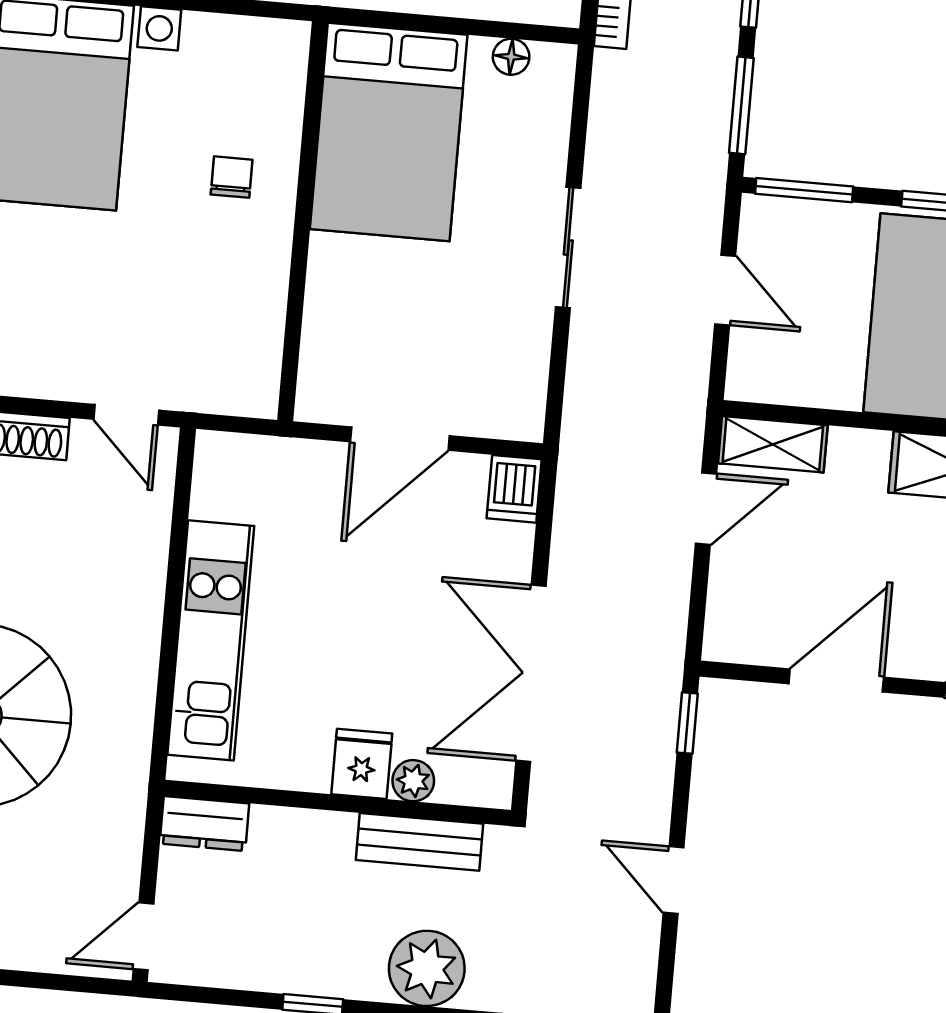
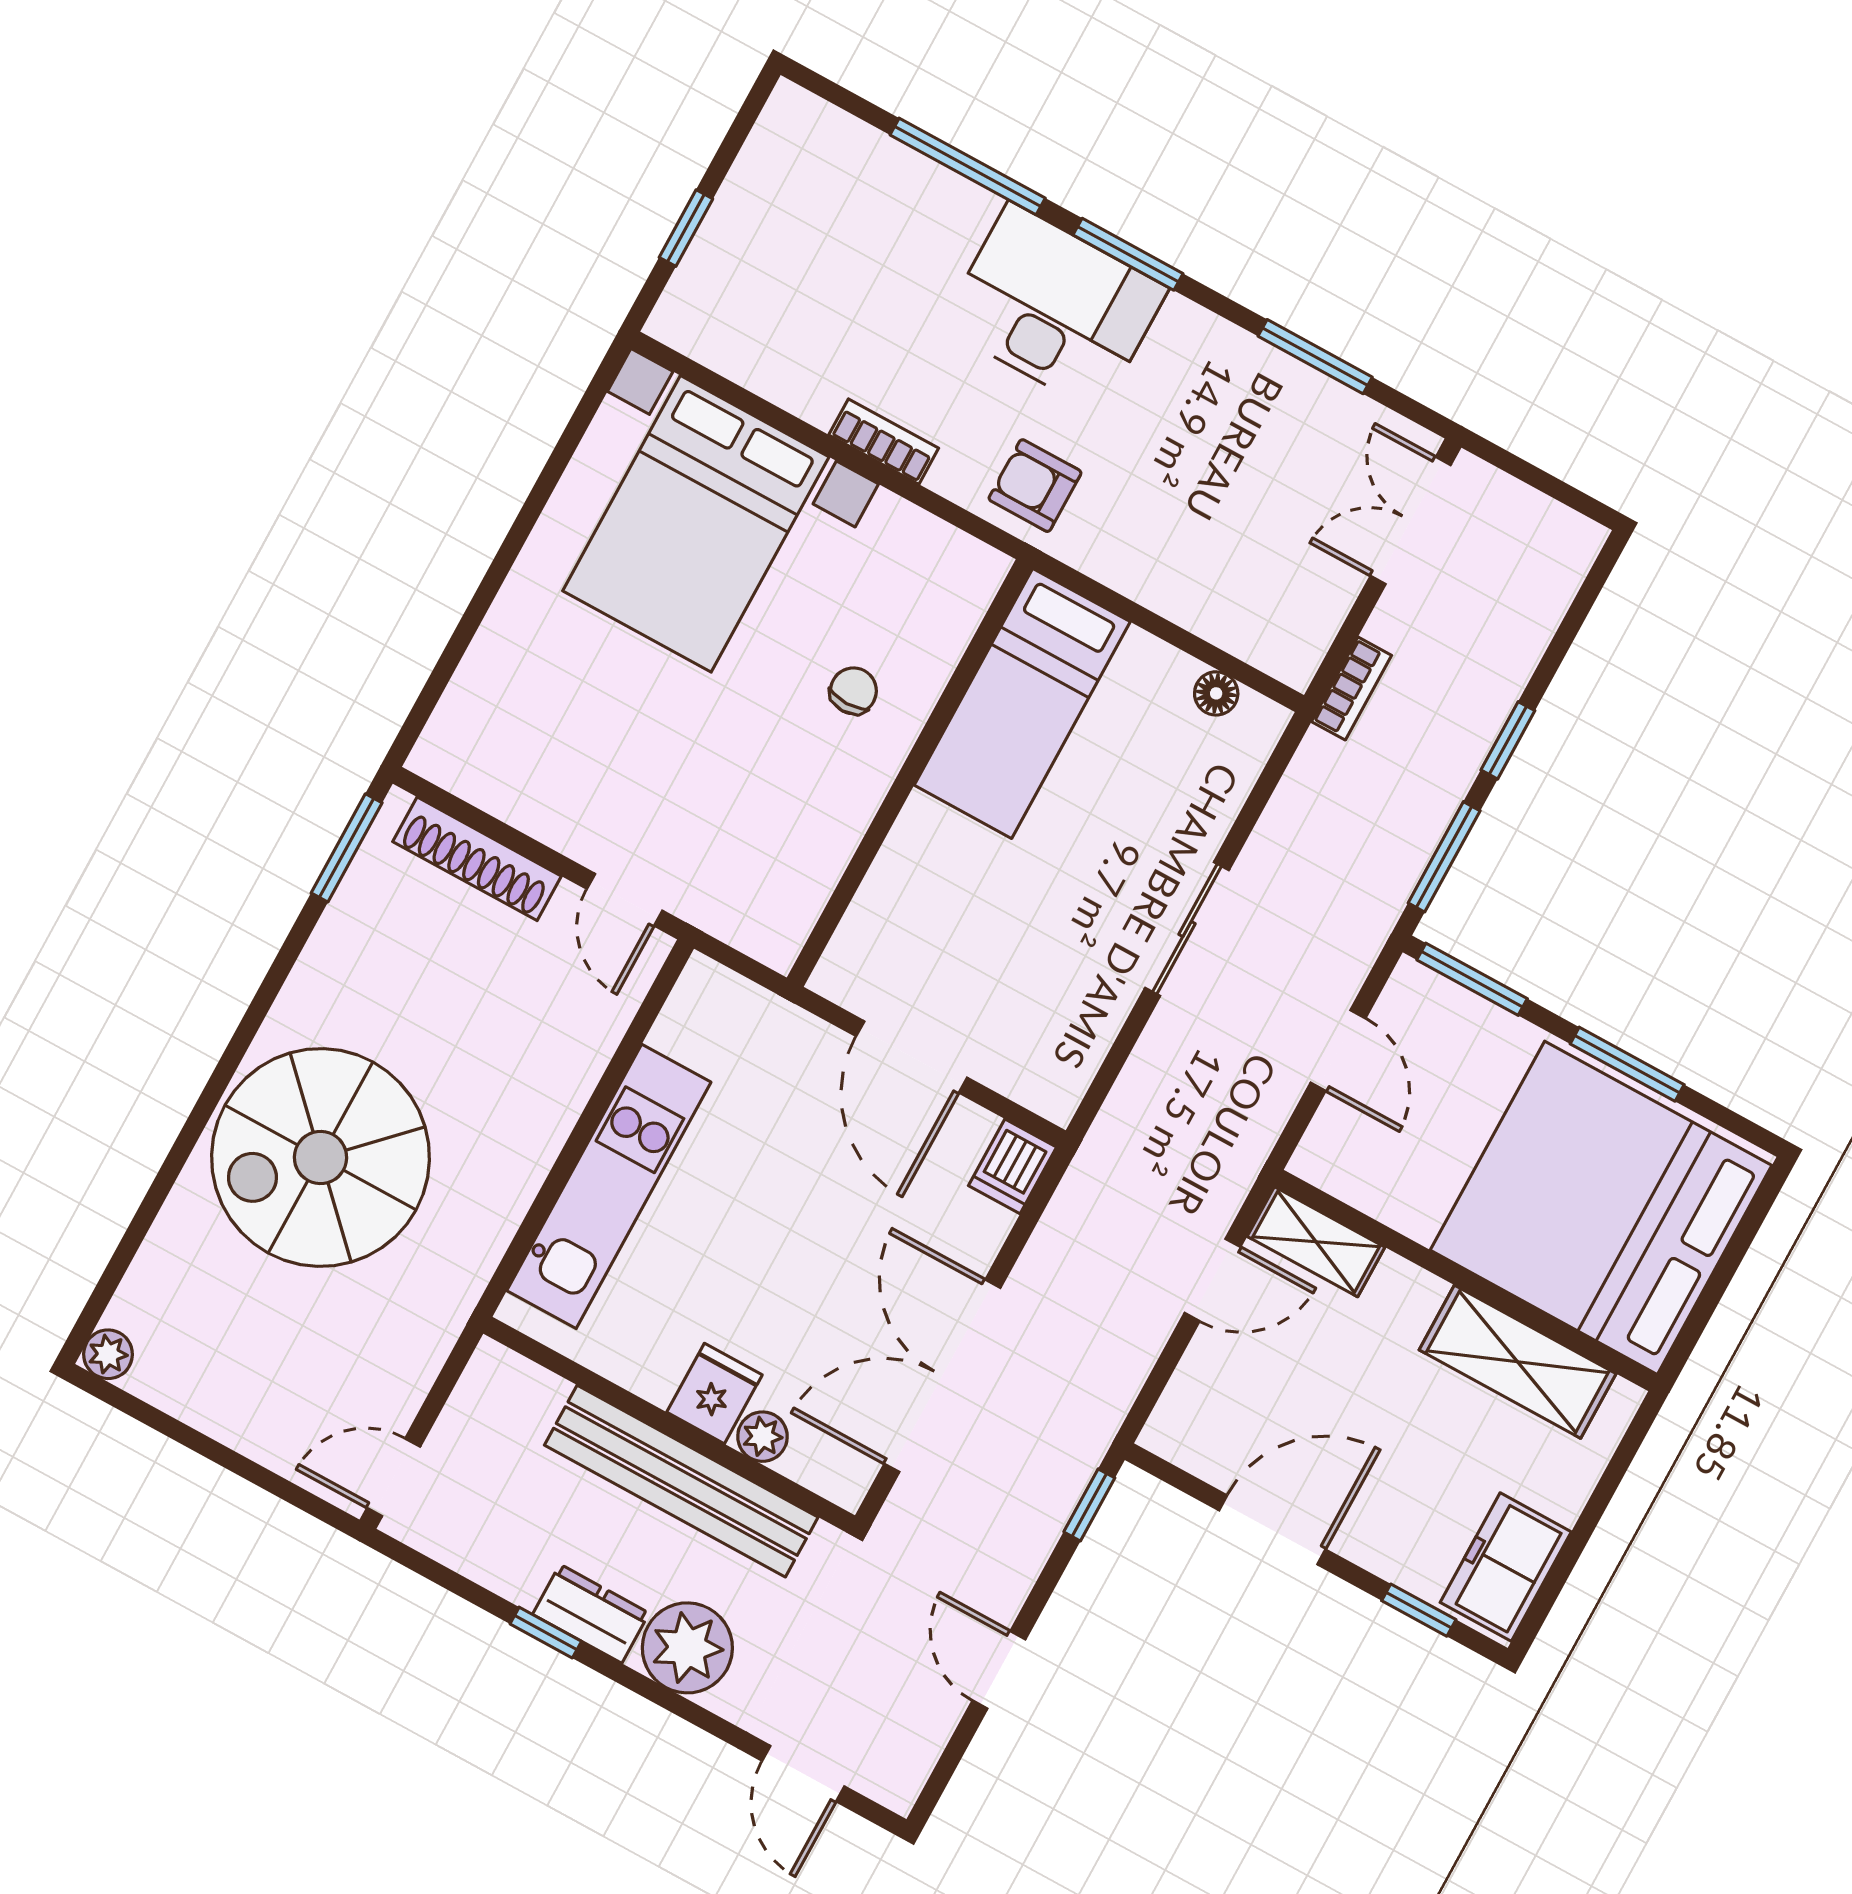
bed: (389, 132) -> (1022, 703), width x0.67
door: (400, 439) -> (912, 1057), hinge flipped
dresser: (204, 824) -> (591, 1614), moved, turned 180
bench: (419, 842) -> (681, 1481), width x1.86, depth x1.21

